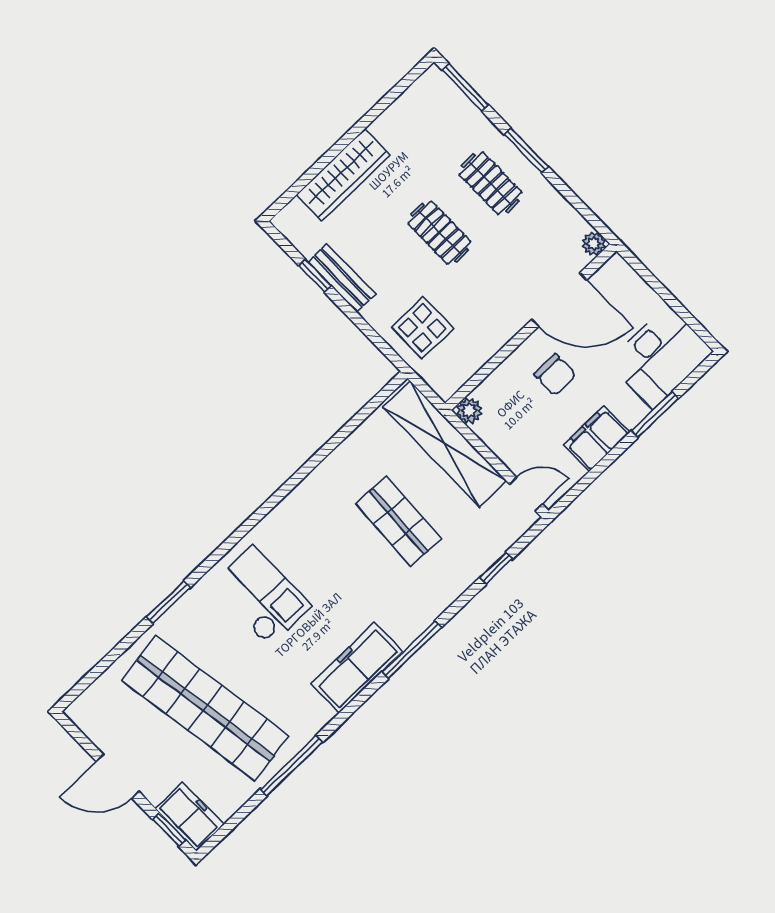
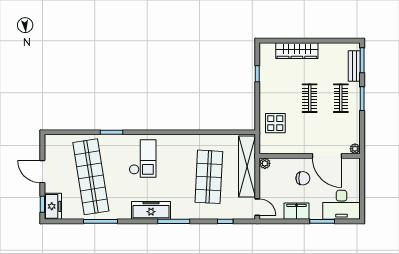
bench: (342, 278) -> (354, 66), moved
chair: (555, 375) -> (303, 178), turned -90
shop shelf: (398, 521) -> (209, 177), width x1.43, depth x1.36

